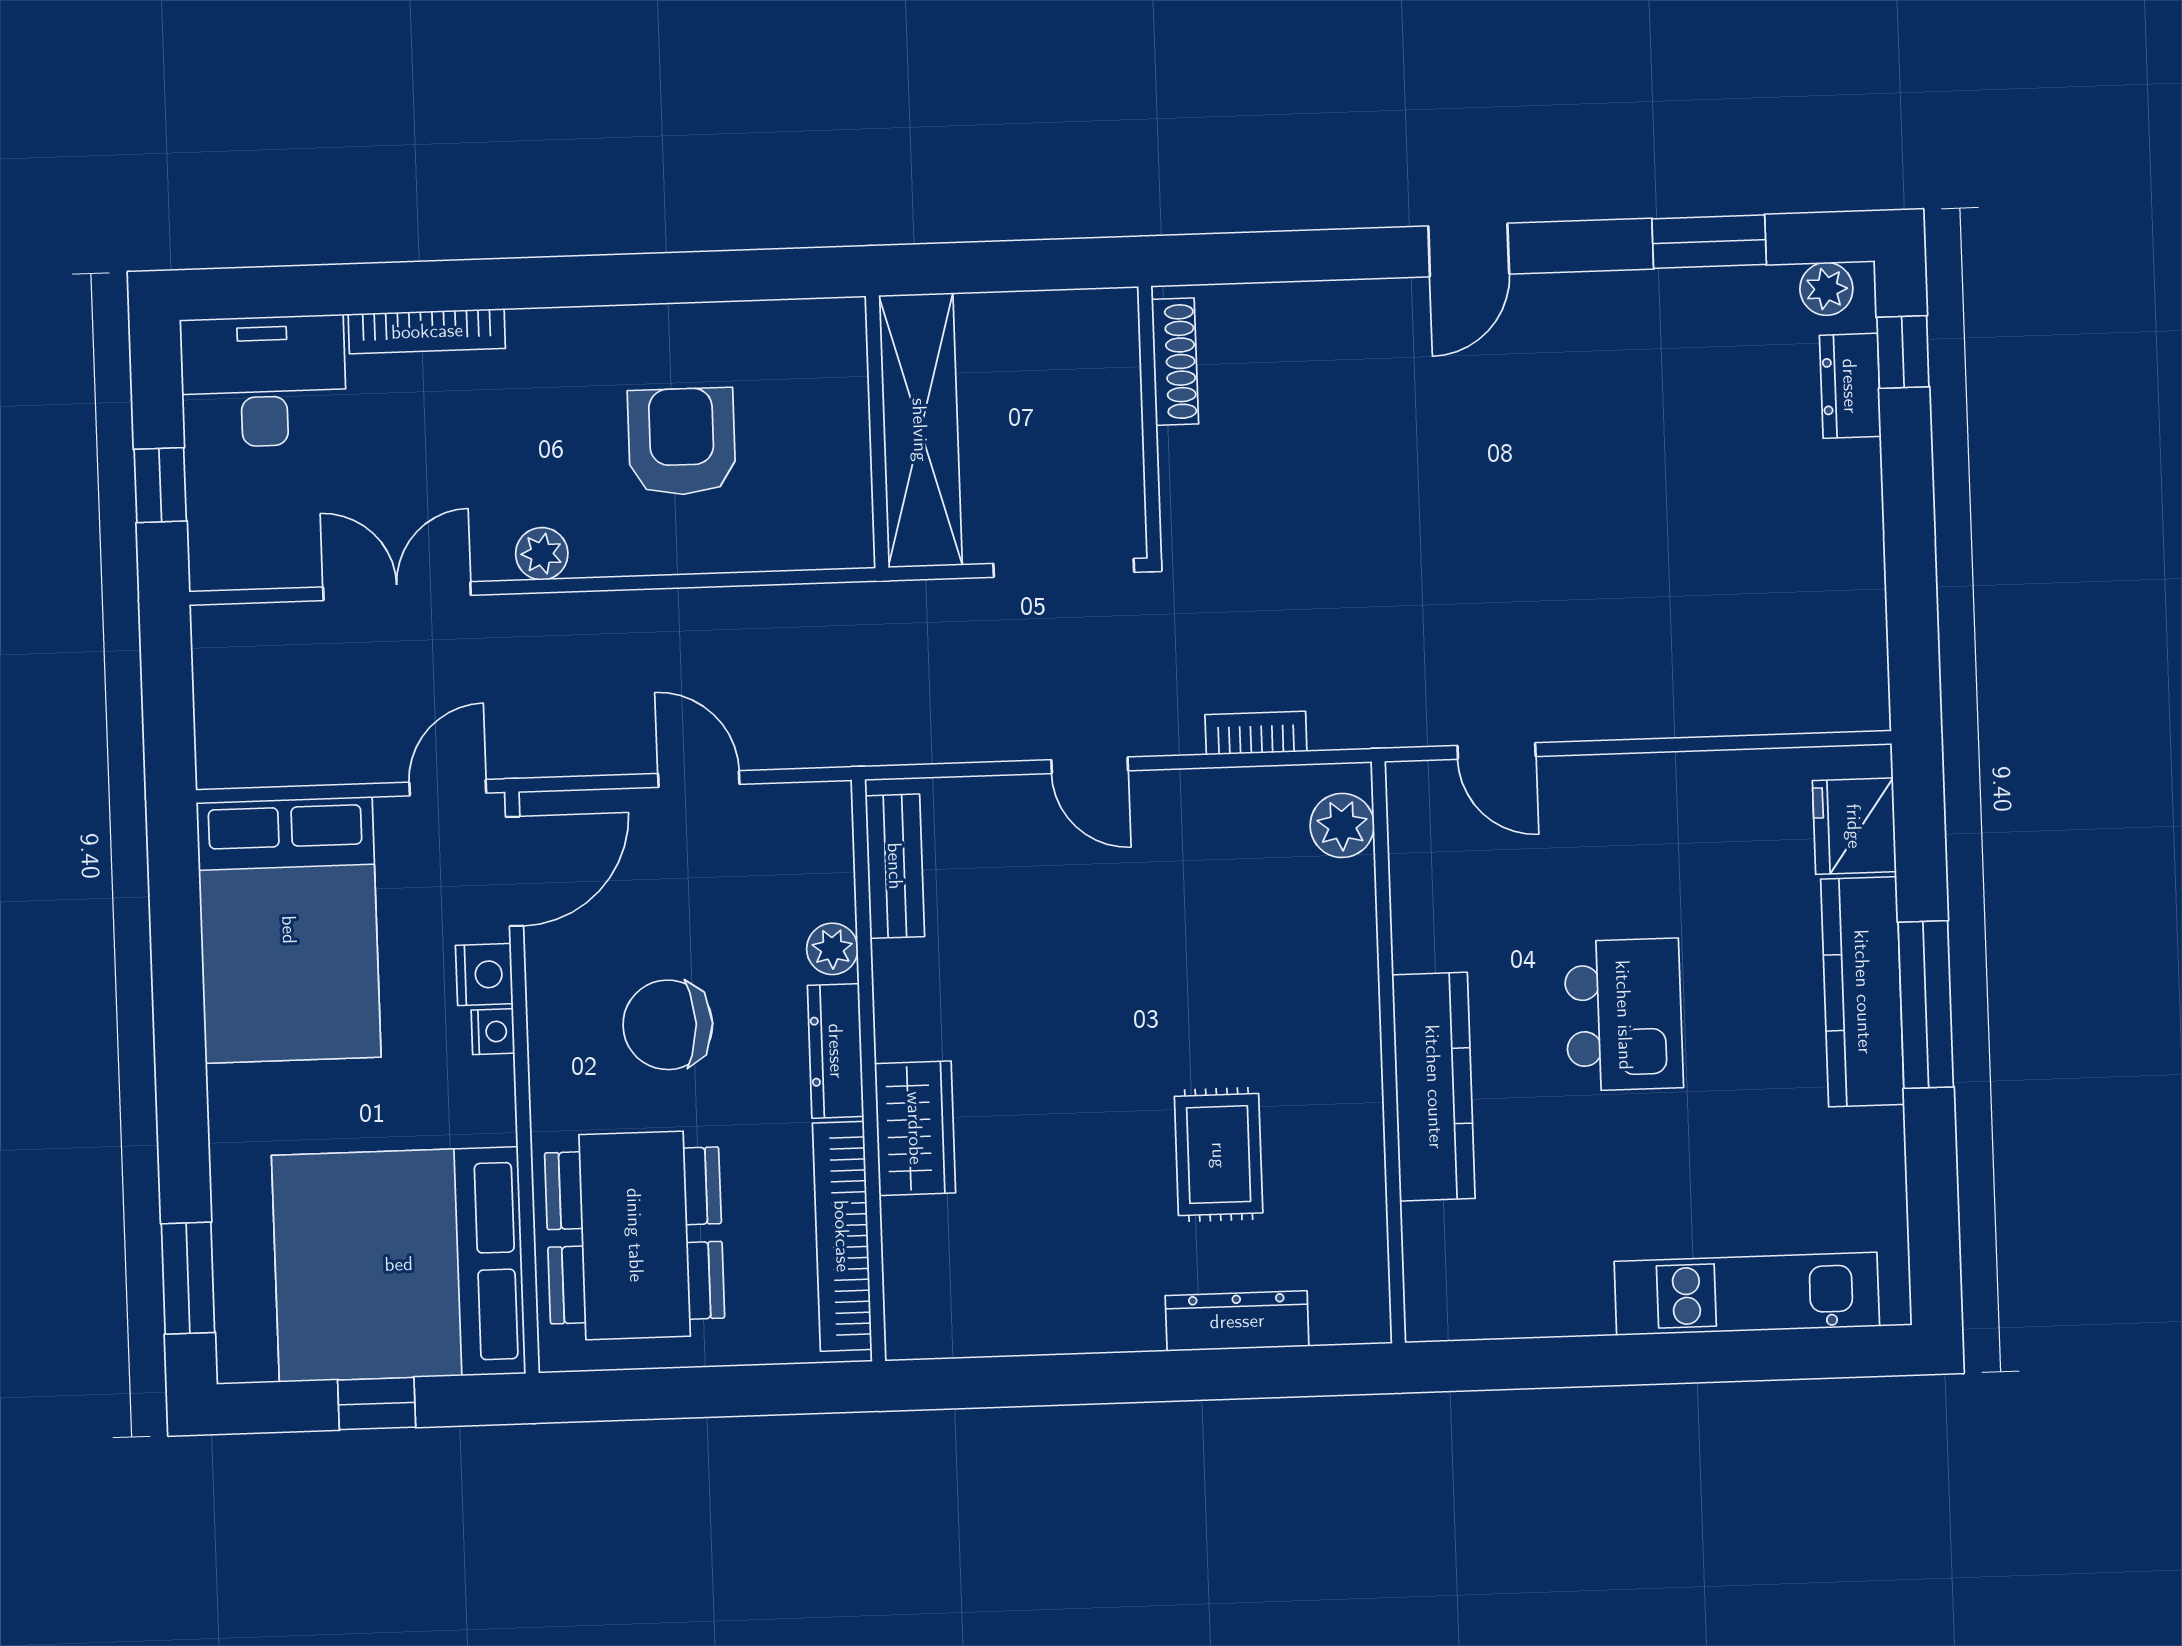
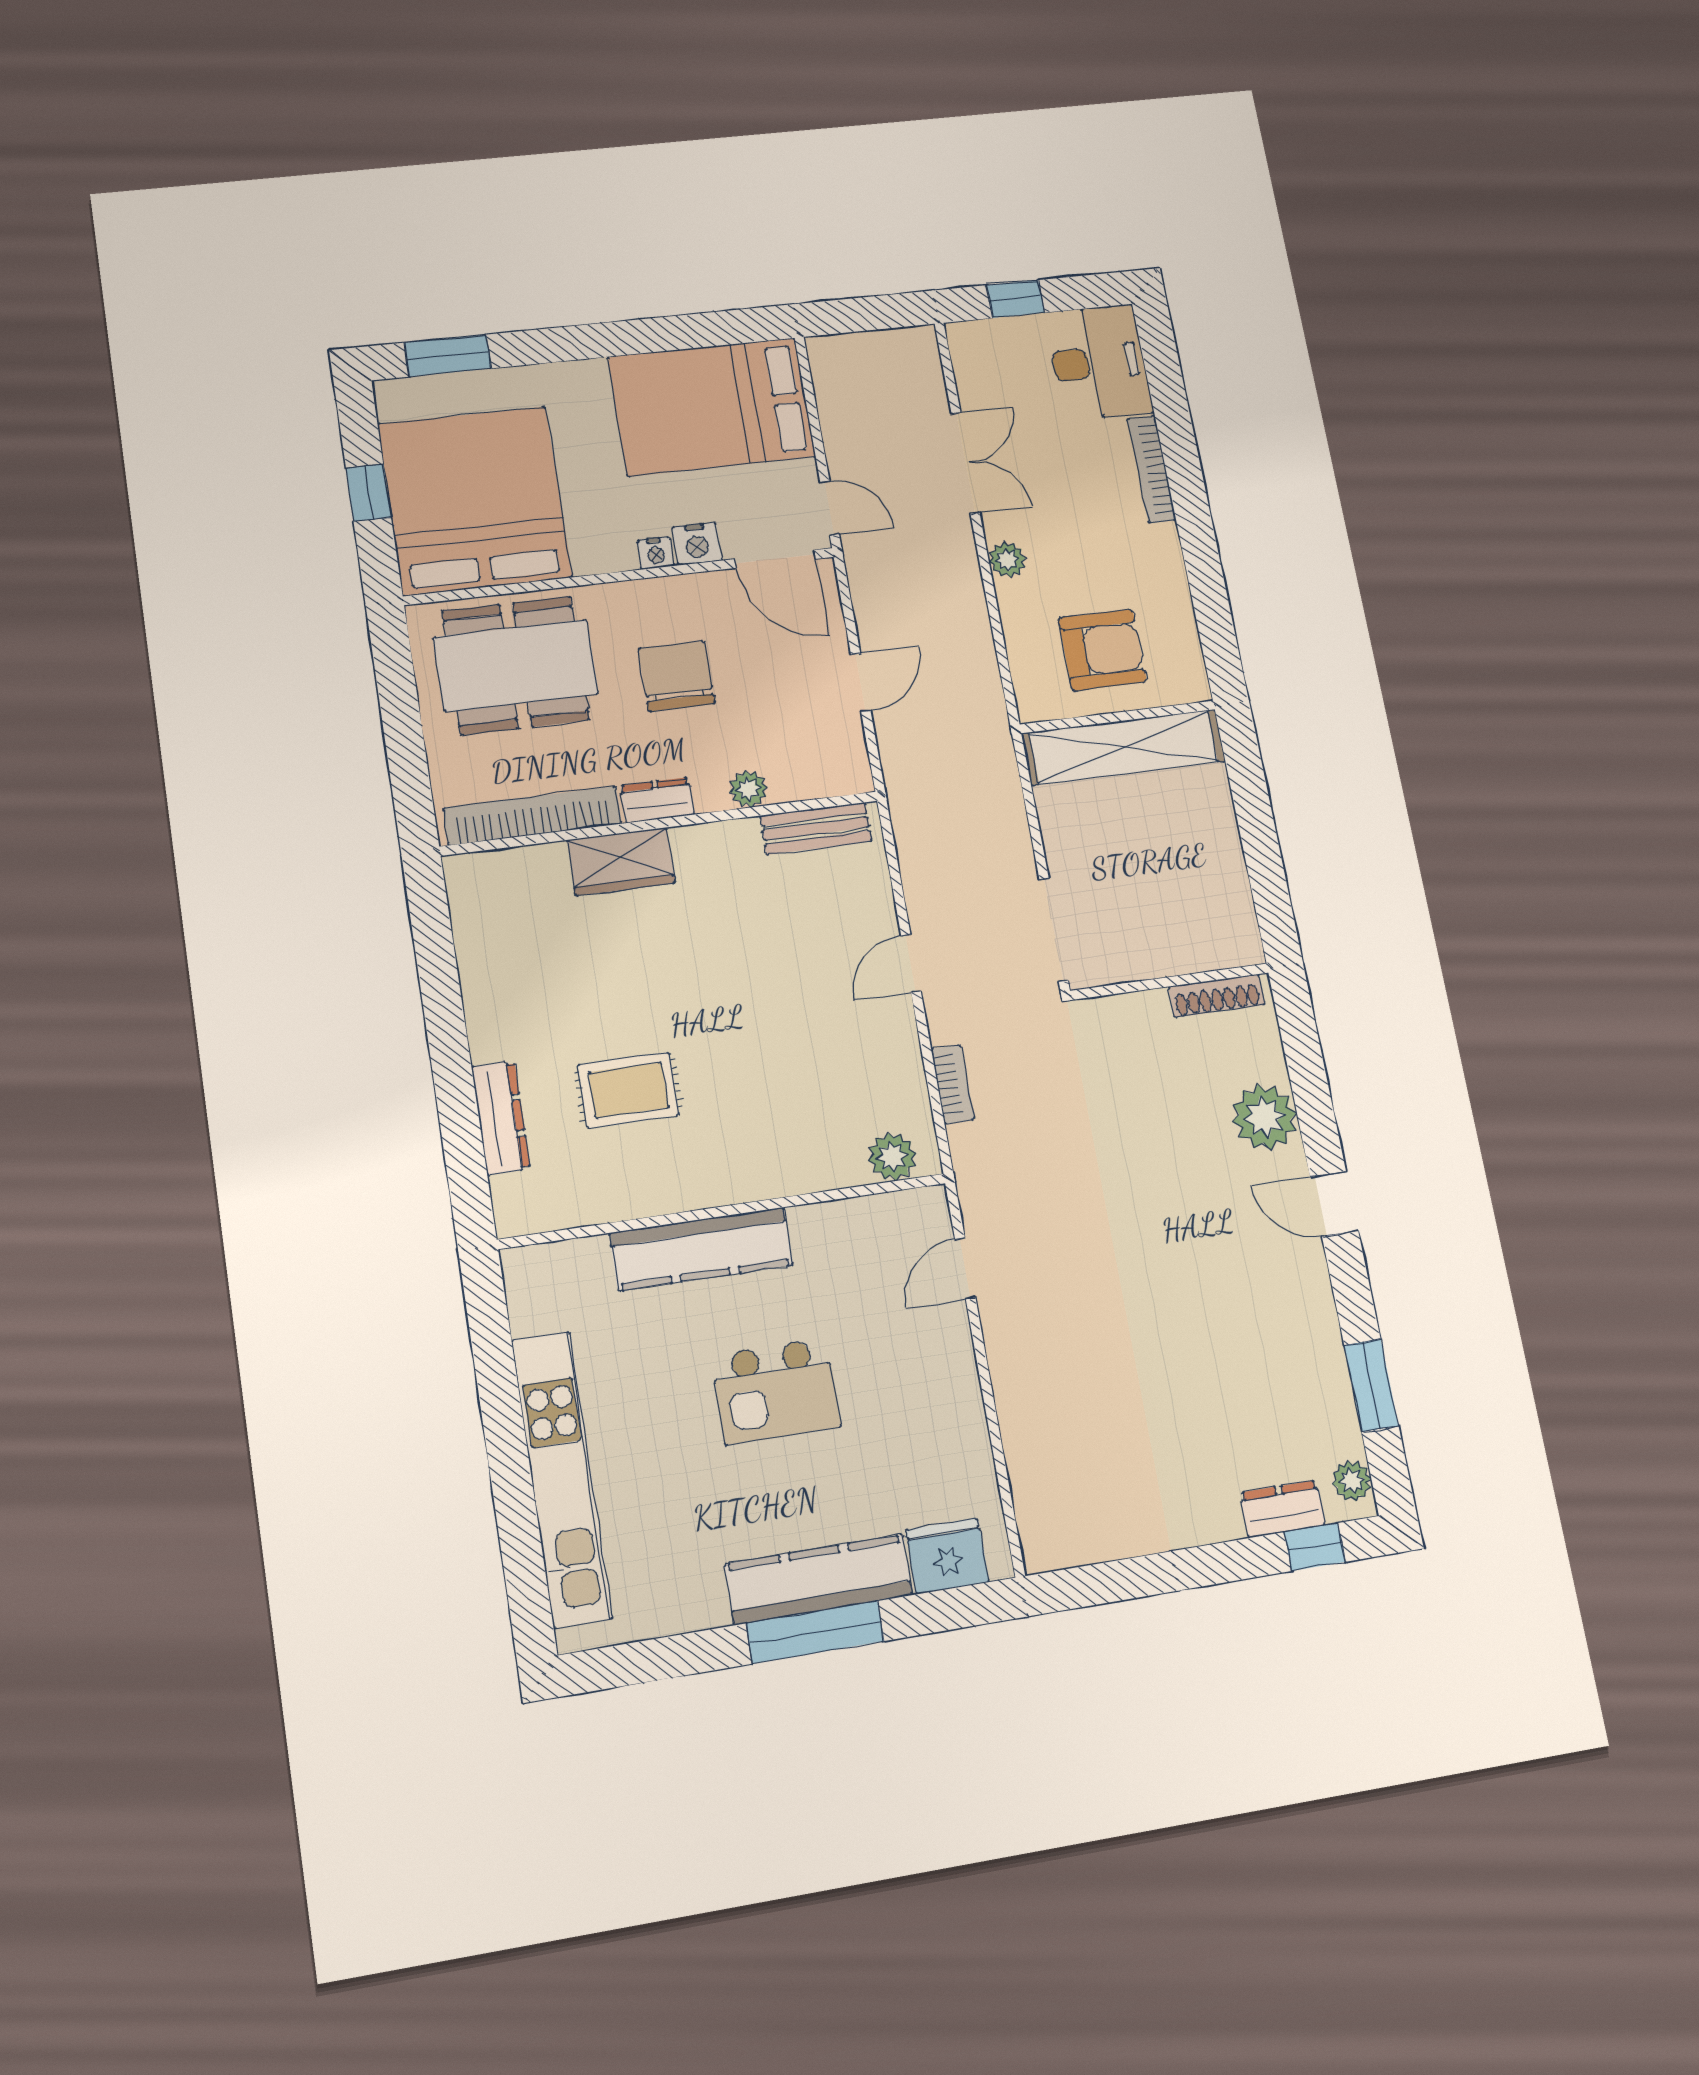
plant: (1344, 324) -> (1265, 1117), added
shelving: (920, 430) -> (1124, 747), moved
wall: (877, 432) -> (1118, 717), moved
dresser: (836, 1051) -> (657, 800), width x0.70
kitchen unit: (1747, 1294) -> (562, 1478), width x1.36

